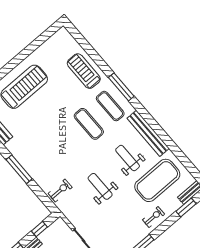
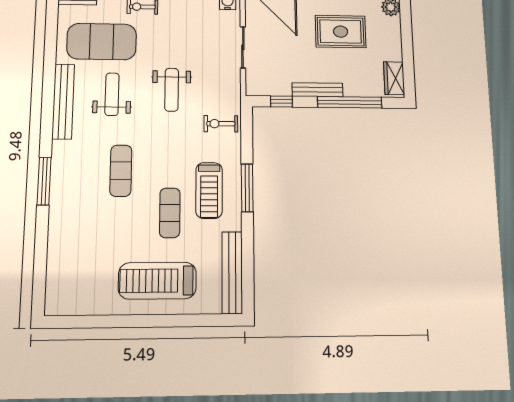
treadmill: (84, 71) -> (209, 190), moved
exercise mat: (110, 106) -> (170, 213), moved
weight bench: (128, 158) -> (112, 94), turned 180

